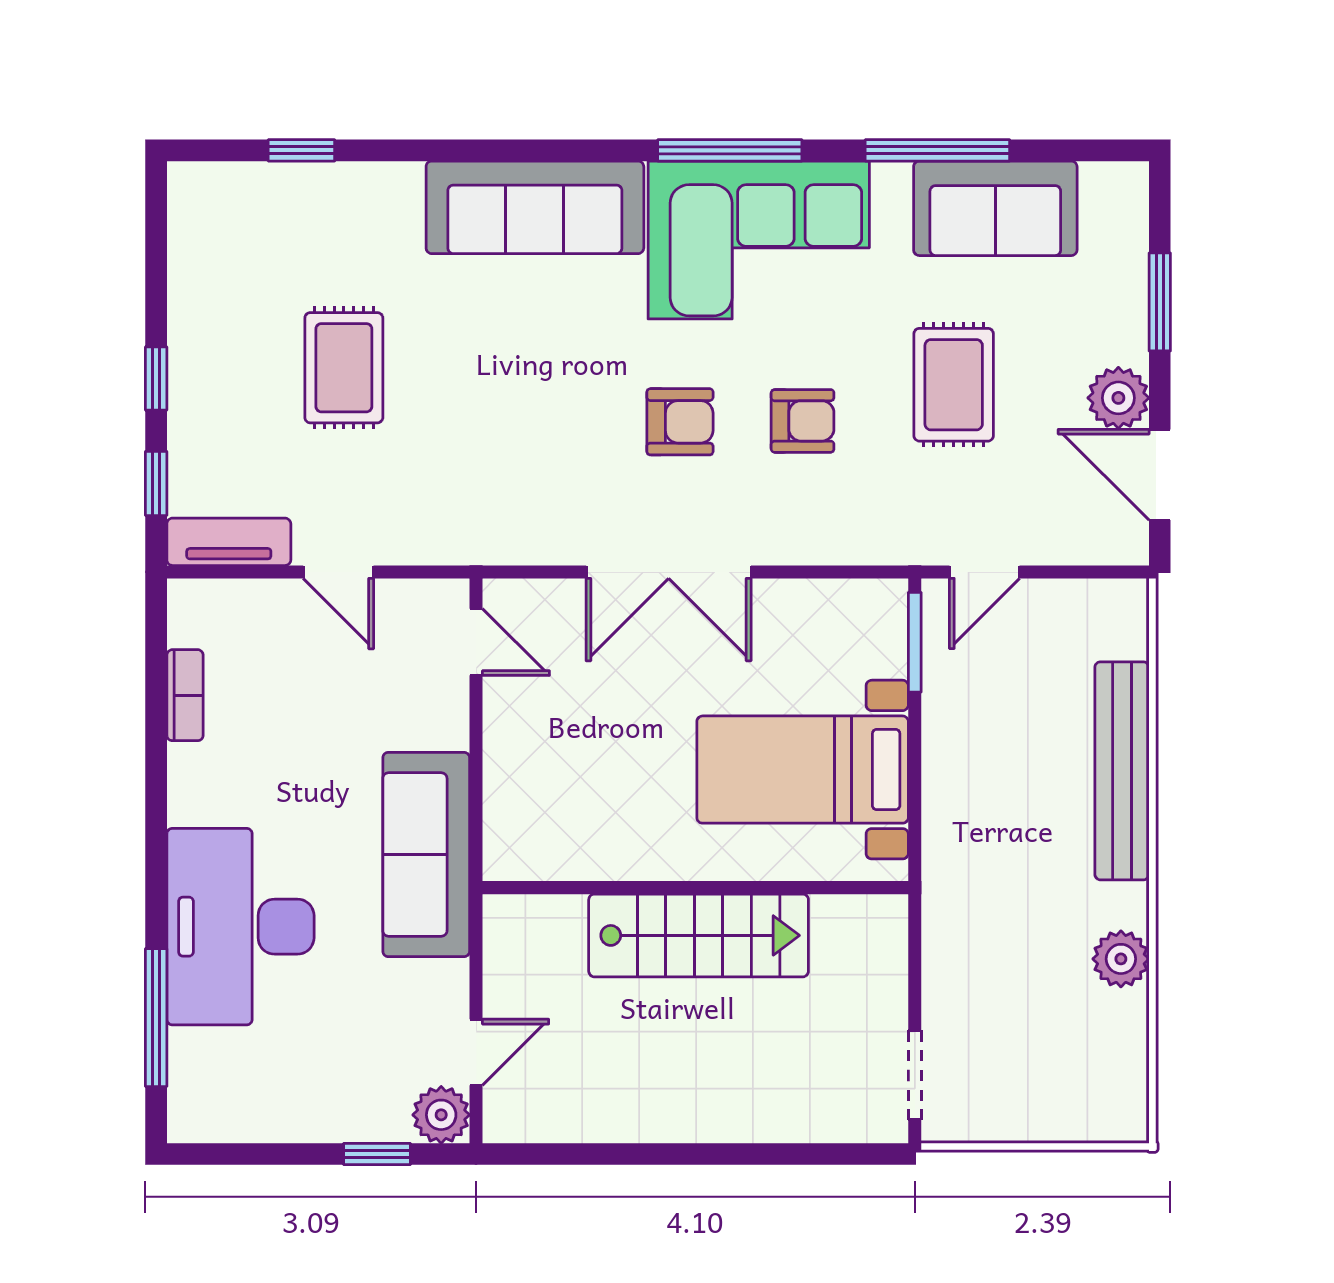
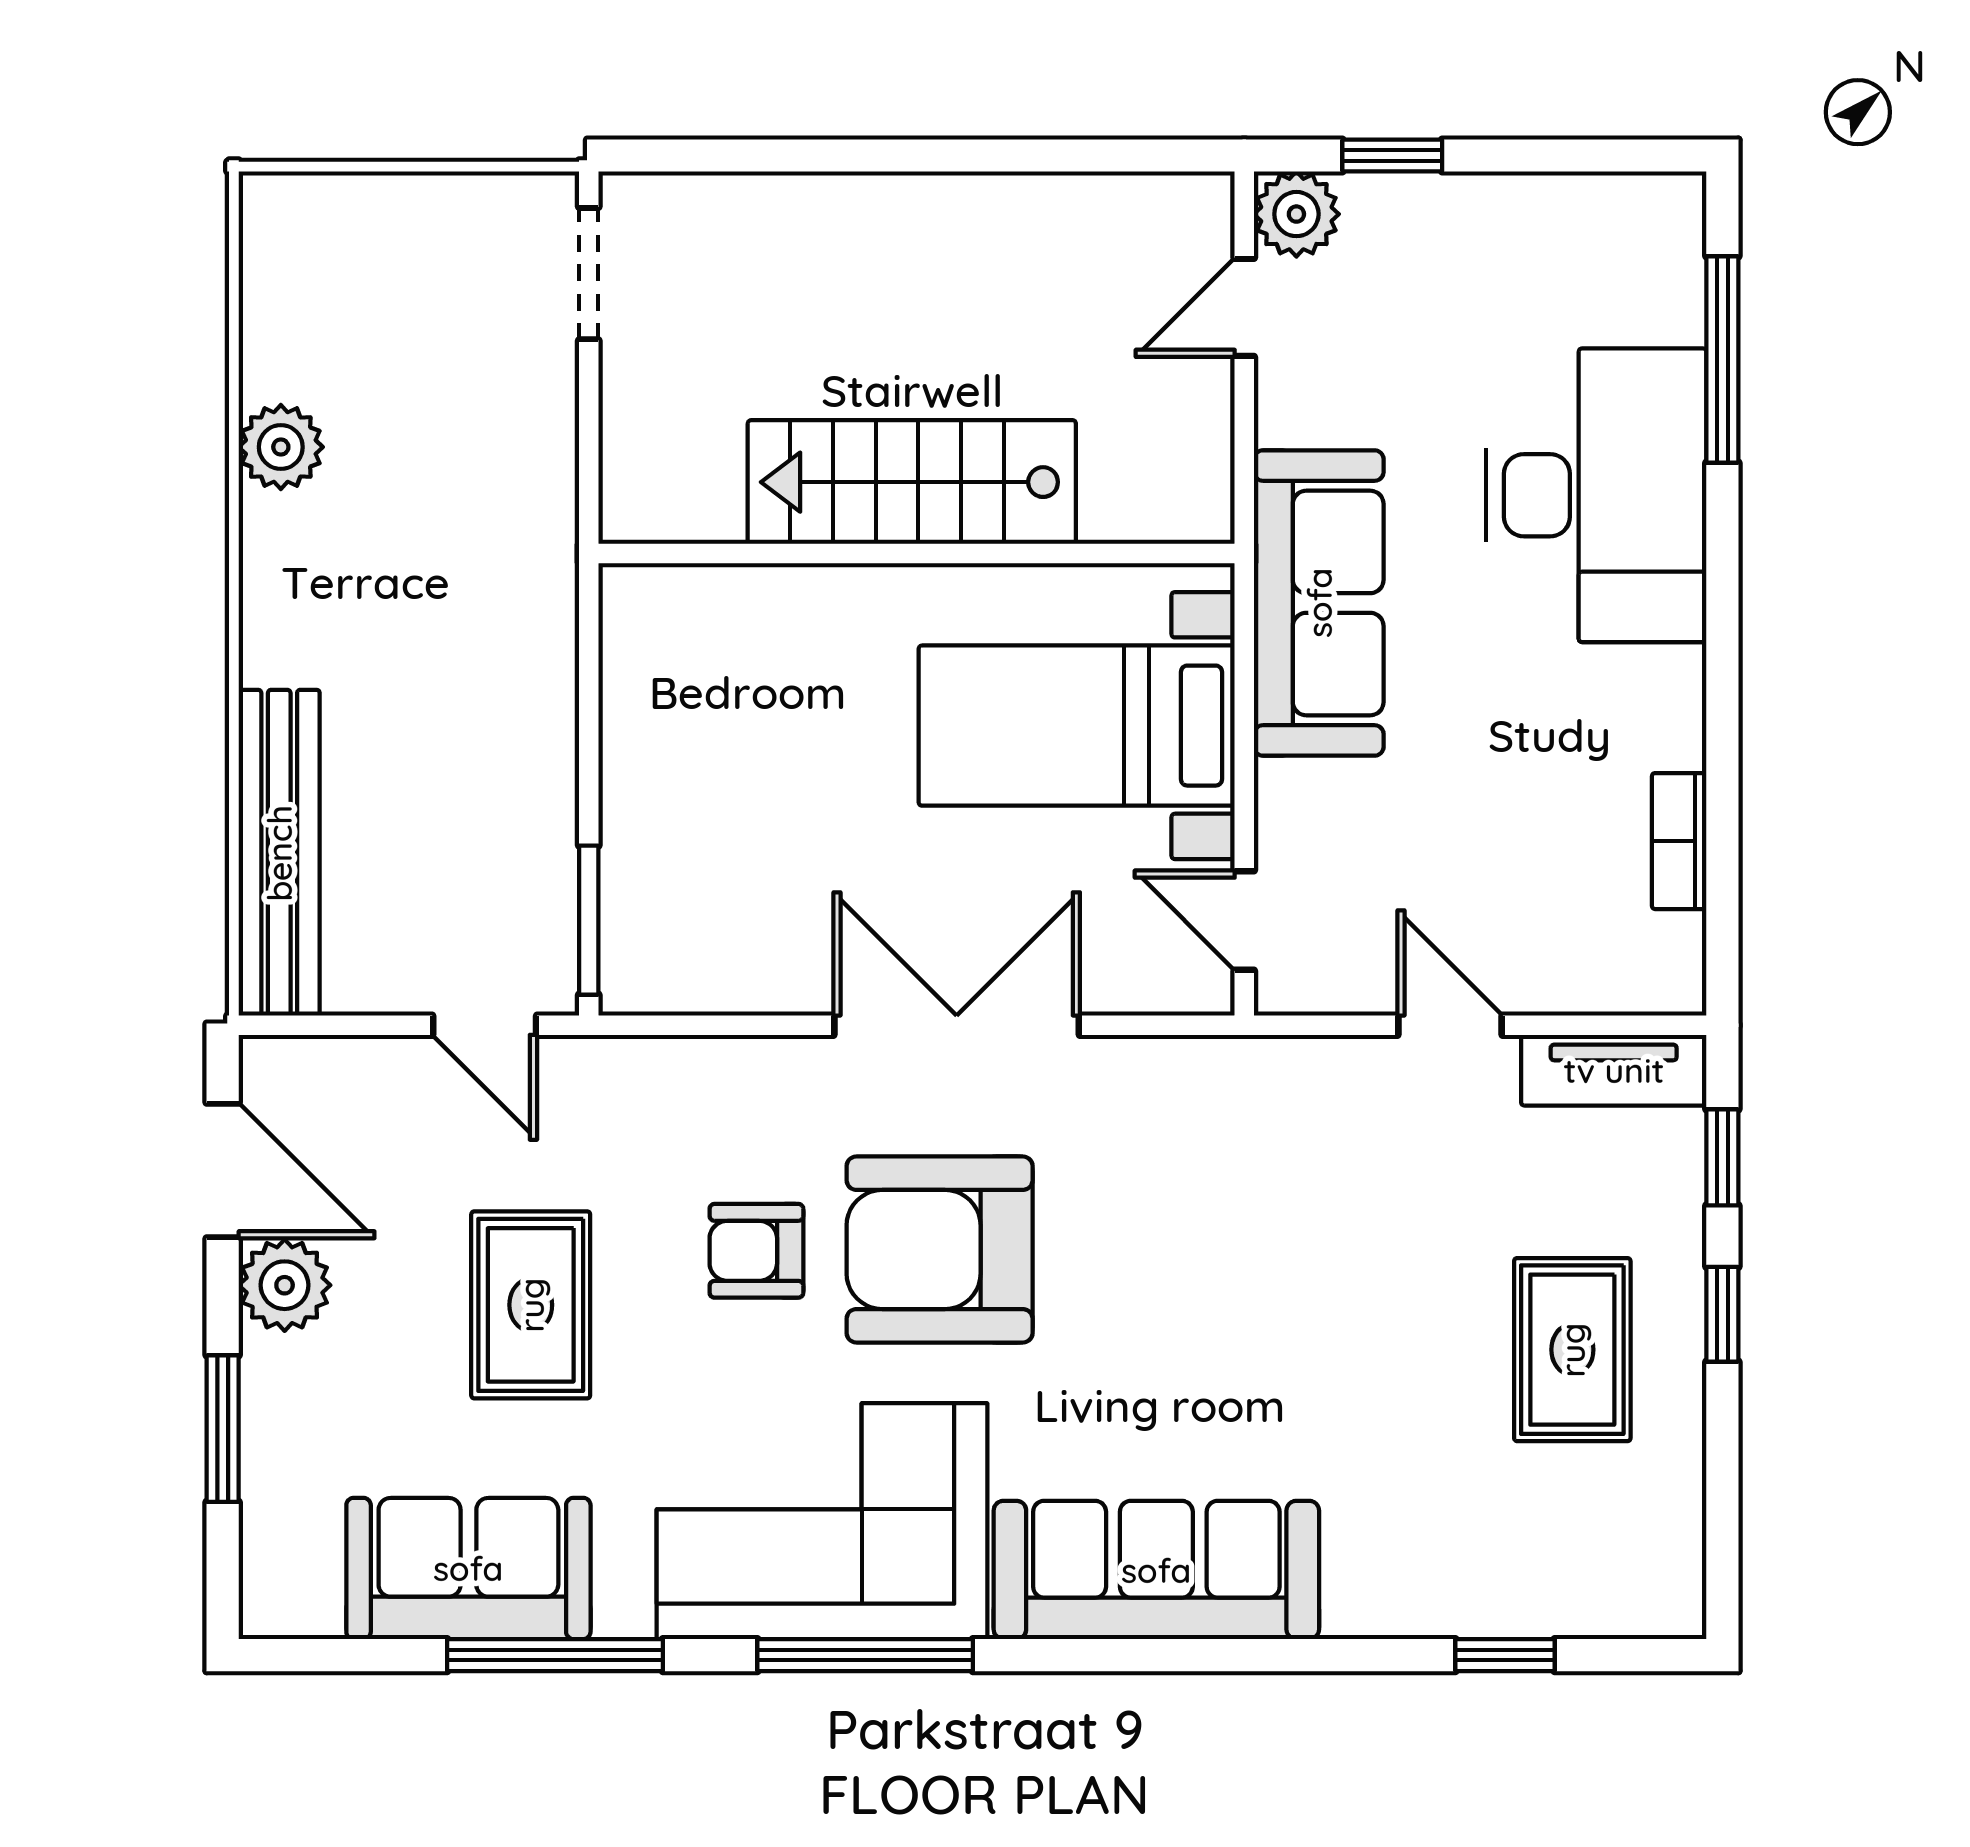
rug: (344, 368) -> (1572, 1350), moved
armchair: (680, 422) -> (940, 1249), width x1.88, depth x1.88
door: (985, 572) -> (485, 1025), swing flipped
bed with nightstands: (803, 770) -> (1077, 726), moved, turned 180
bench: (1122, 771) -> (279, 853), moved

